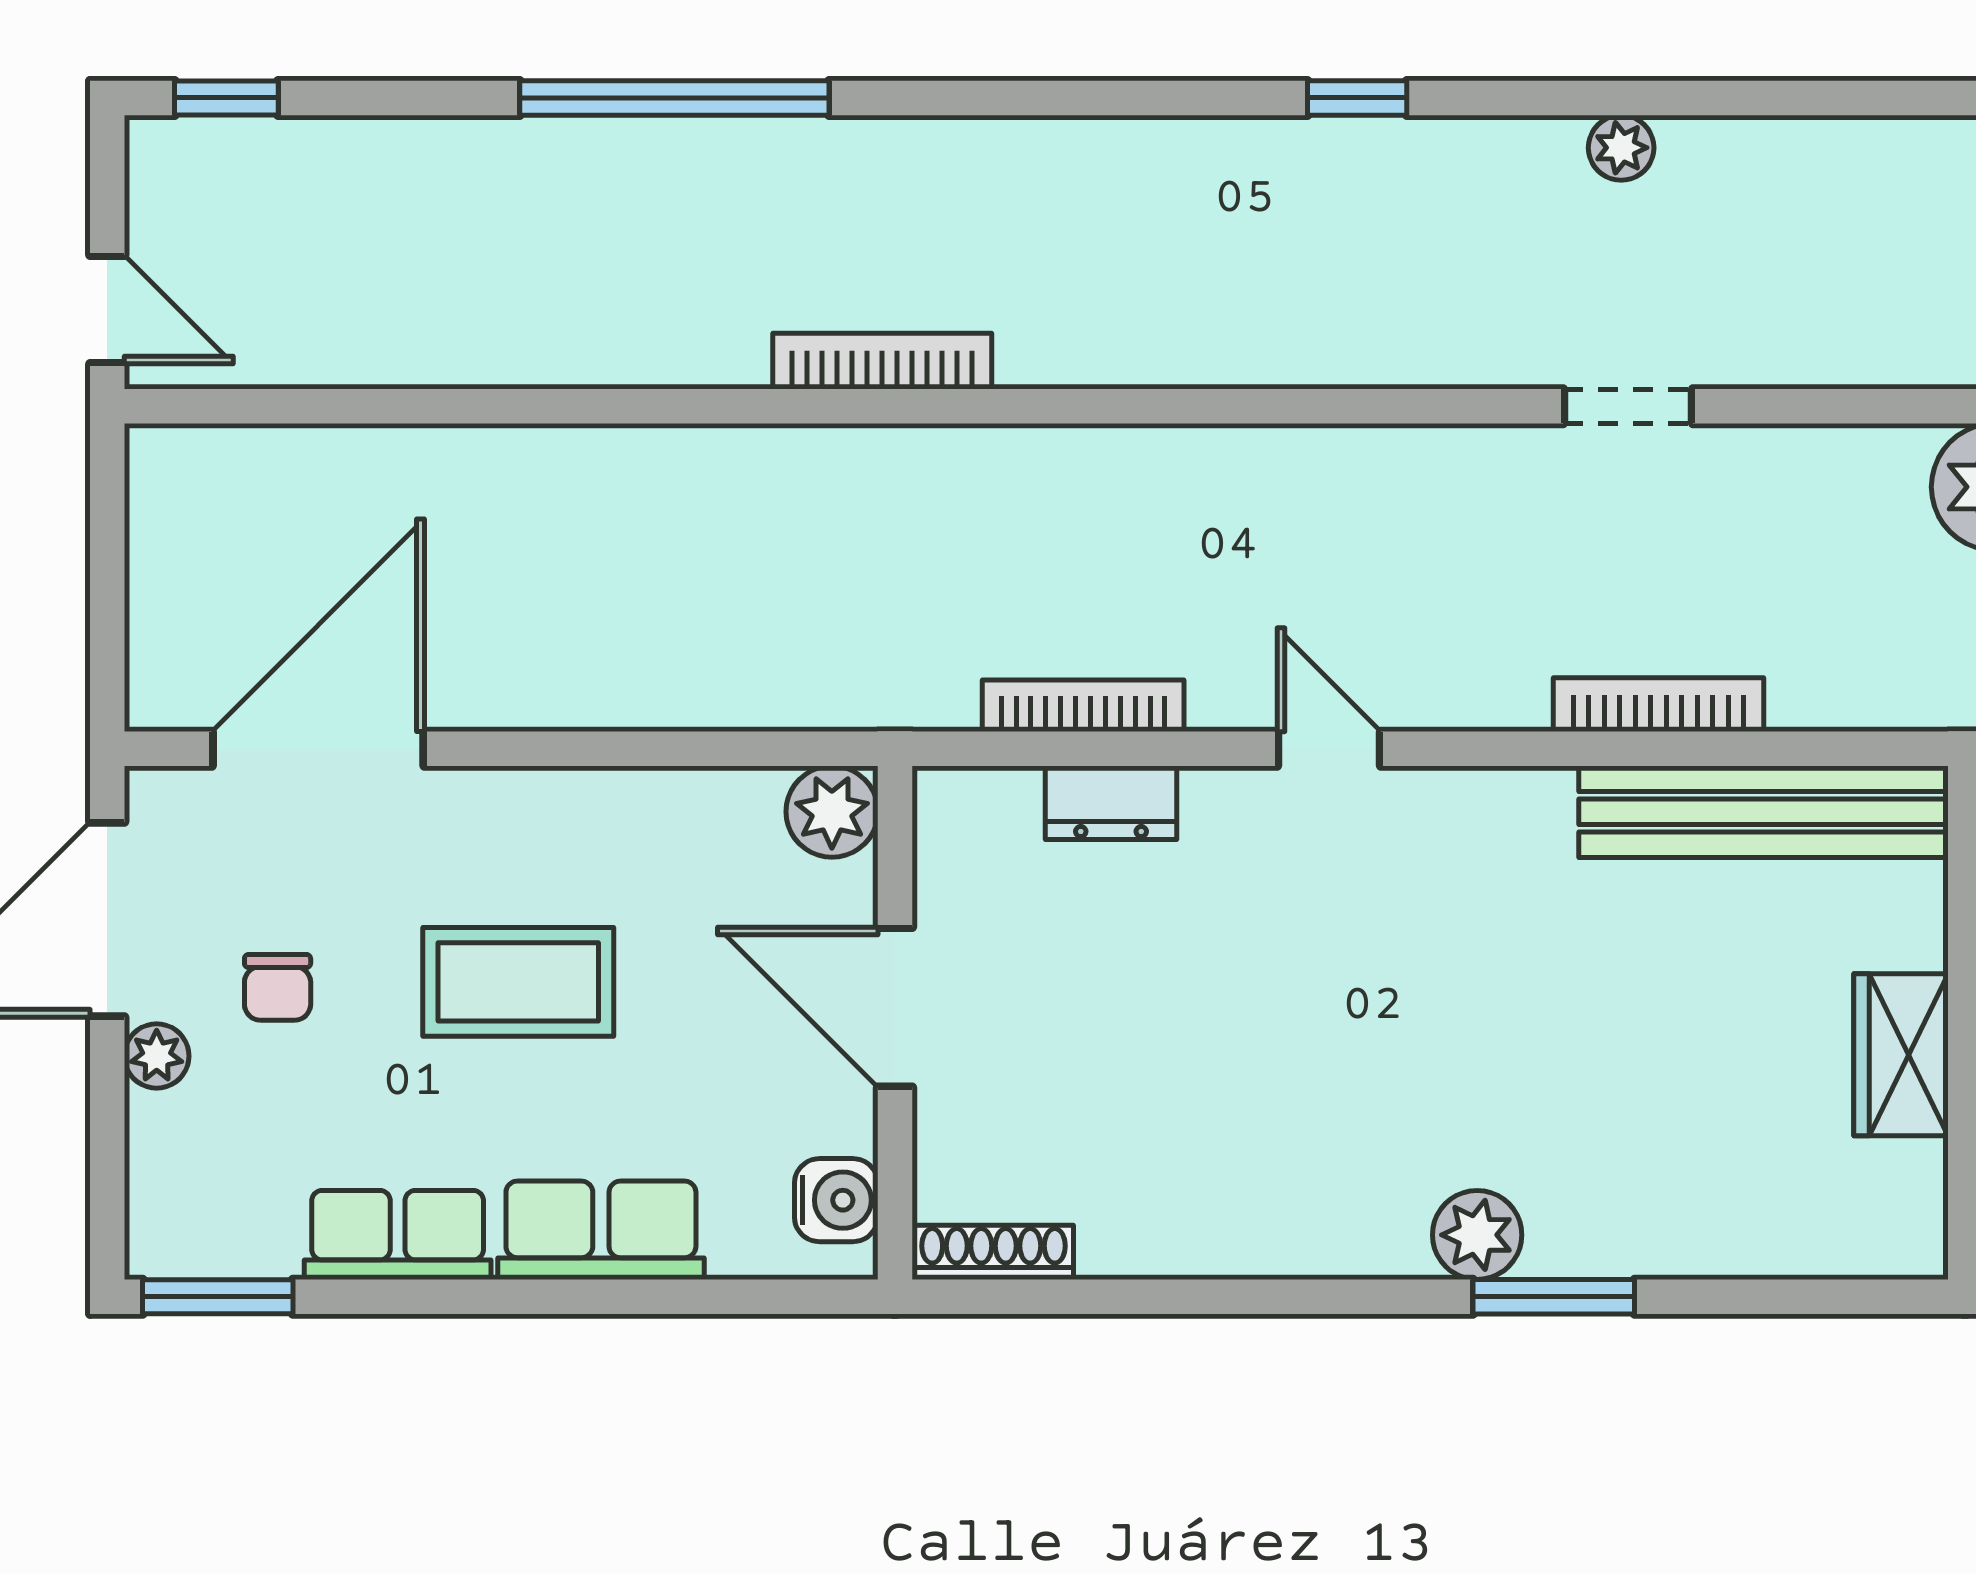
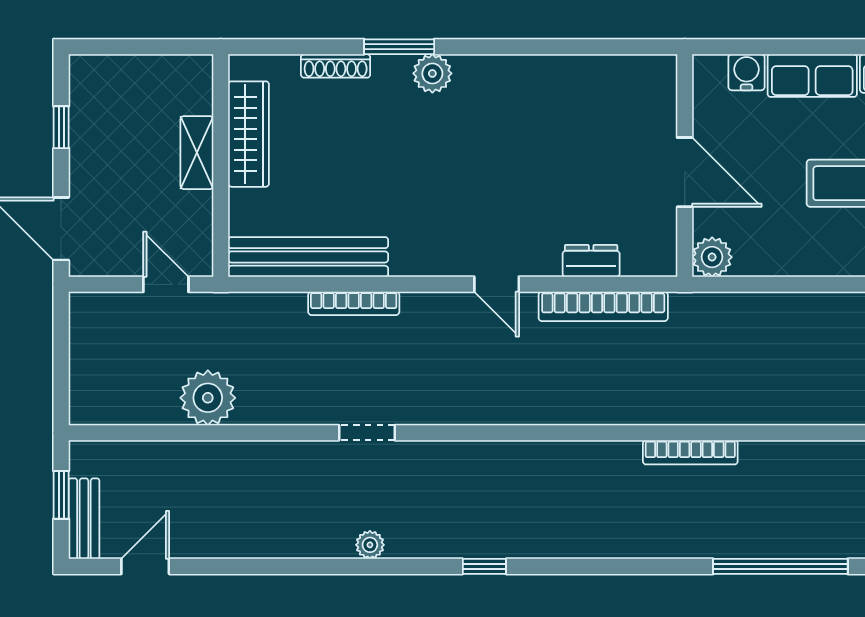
bookcase: (1083, 706) -> (603, 306), width x1.48, depth x1.31
wardrobe: (1901, 1055) -> (249, 134), width x1.50
water cooler: (836, 1200) -> (746, 72), moved, turned 90
shoe rack: (993, 1252) -> (336, 66), moved

